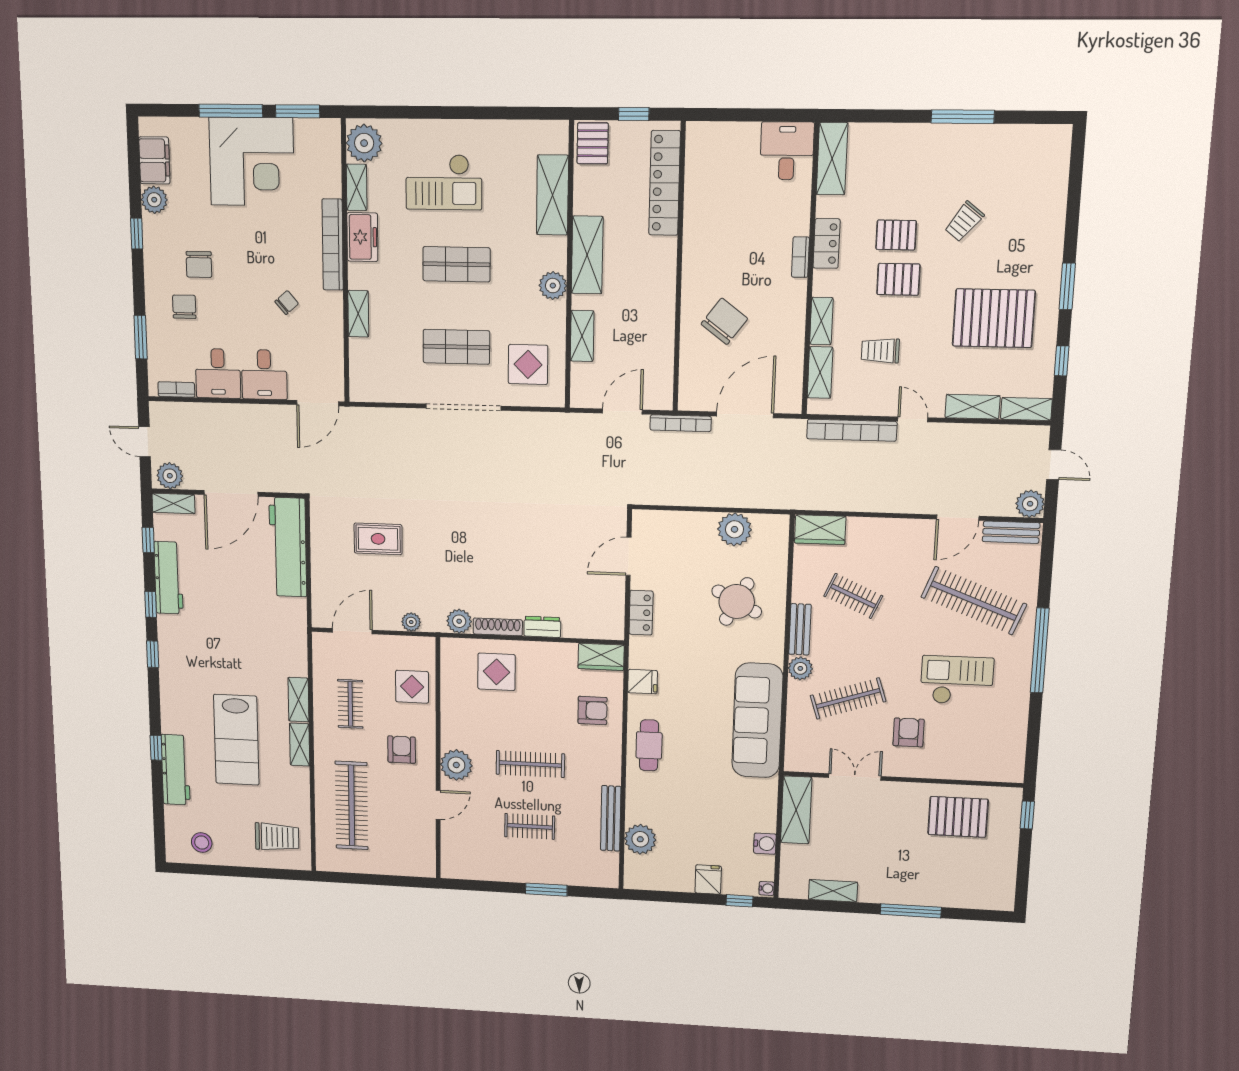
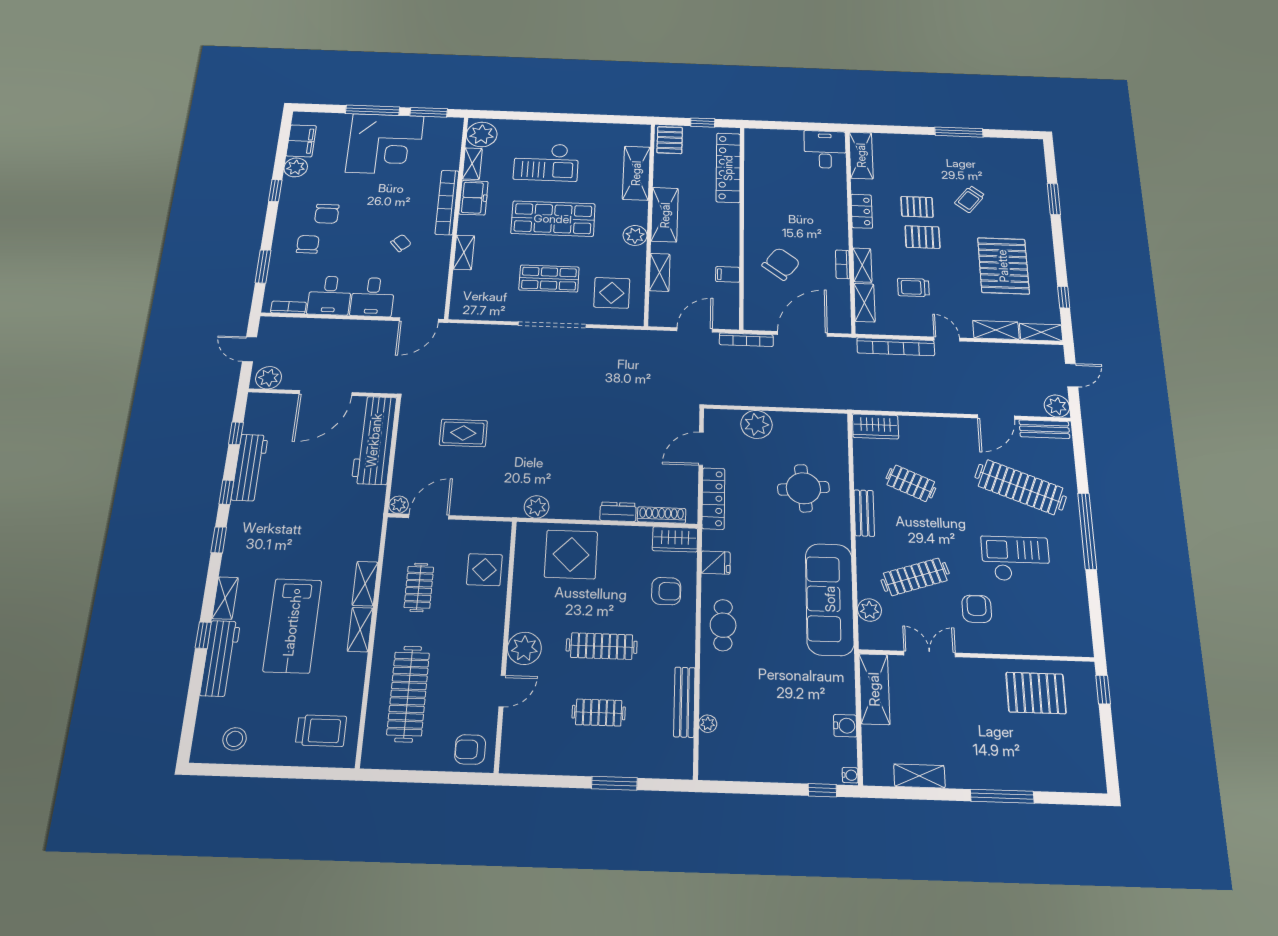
bookcase: (800, 257) -> (843, 264), moved
shop shelf: (456, 264) -> (553, 219), width x1.43, depth x1.36
window: (1067, 286) -> (1054, 199), moved
pallet: (994, 318) -> (1003, 266), turned 90
filing cabinet: (661, 337) -> (728, 274), added
door: (1054, 465) -> (1072, 375), hinge flipped
shelving: (174, 503) -> (225, 598), moved, turned 90
plant: (735, 529) -> (756, 424), moved
round table: (737, 602) -> (803, 488), turned -34
locker: (641, 613) -> (713, 498), width x1.53
plant: (411, 622) -> (399, 505), moved
shoe rack: (498, 627) -> (662, 515), moved
plant: (800, 668) -> (869, 610), moved
display table: (496, 672) -> (571, 554), width x1.36, depth x1.36
armchair: (402, 750) -> (470, 749), moved, turned -90
plant: (640, 839) -> (708, 724), width x0.53, depth x0.53
fridge: (708, 879) -> (788, 767), removed

